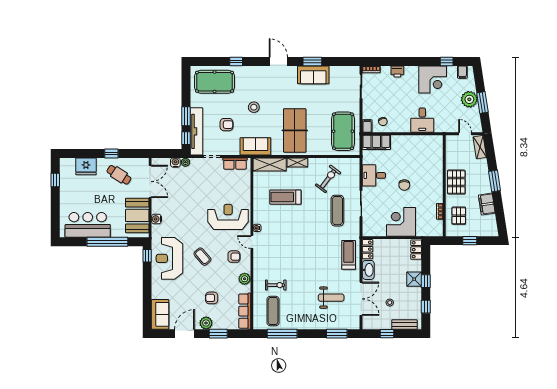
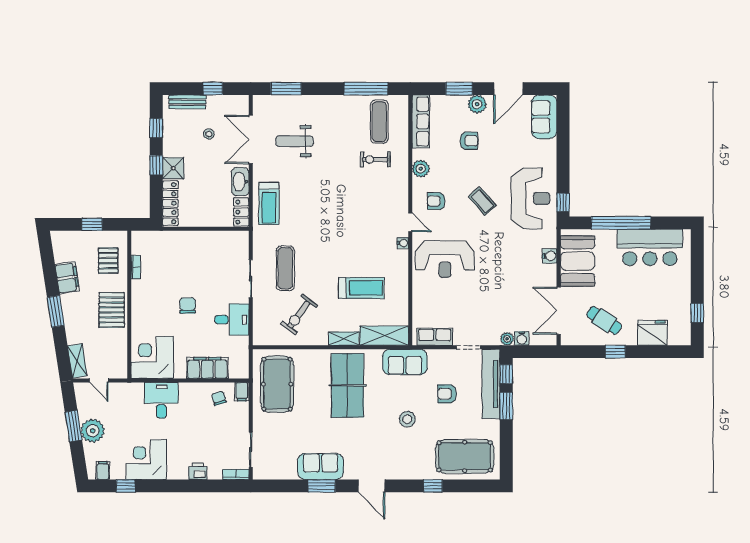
filing cabinet: (376, 142) -> (207, 368), moved
corner desk: (401, 222) -> (152, 357), moved, turned 180
locker: (416, 250) -> (170, 203), width x1.53

